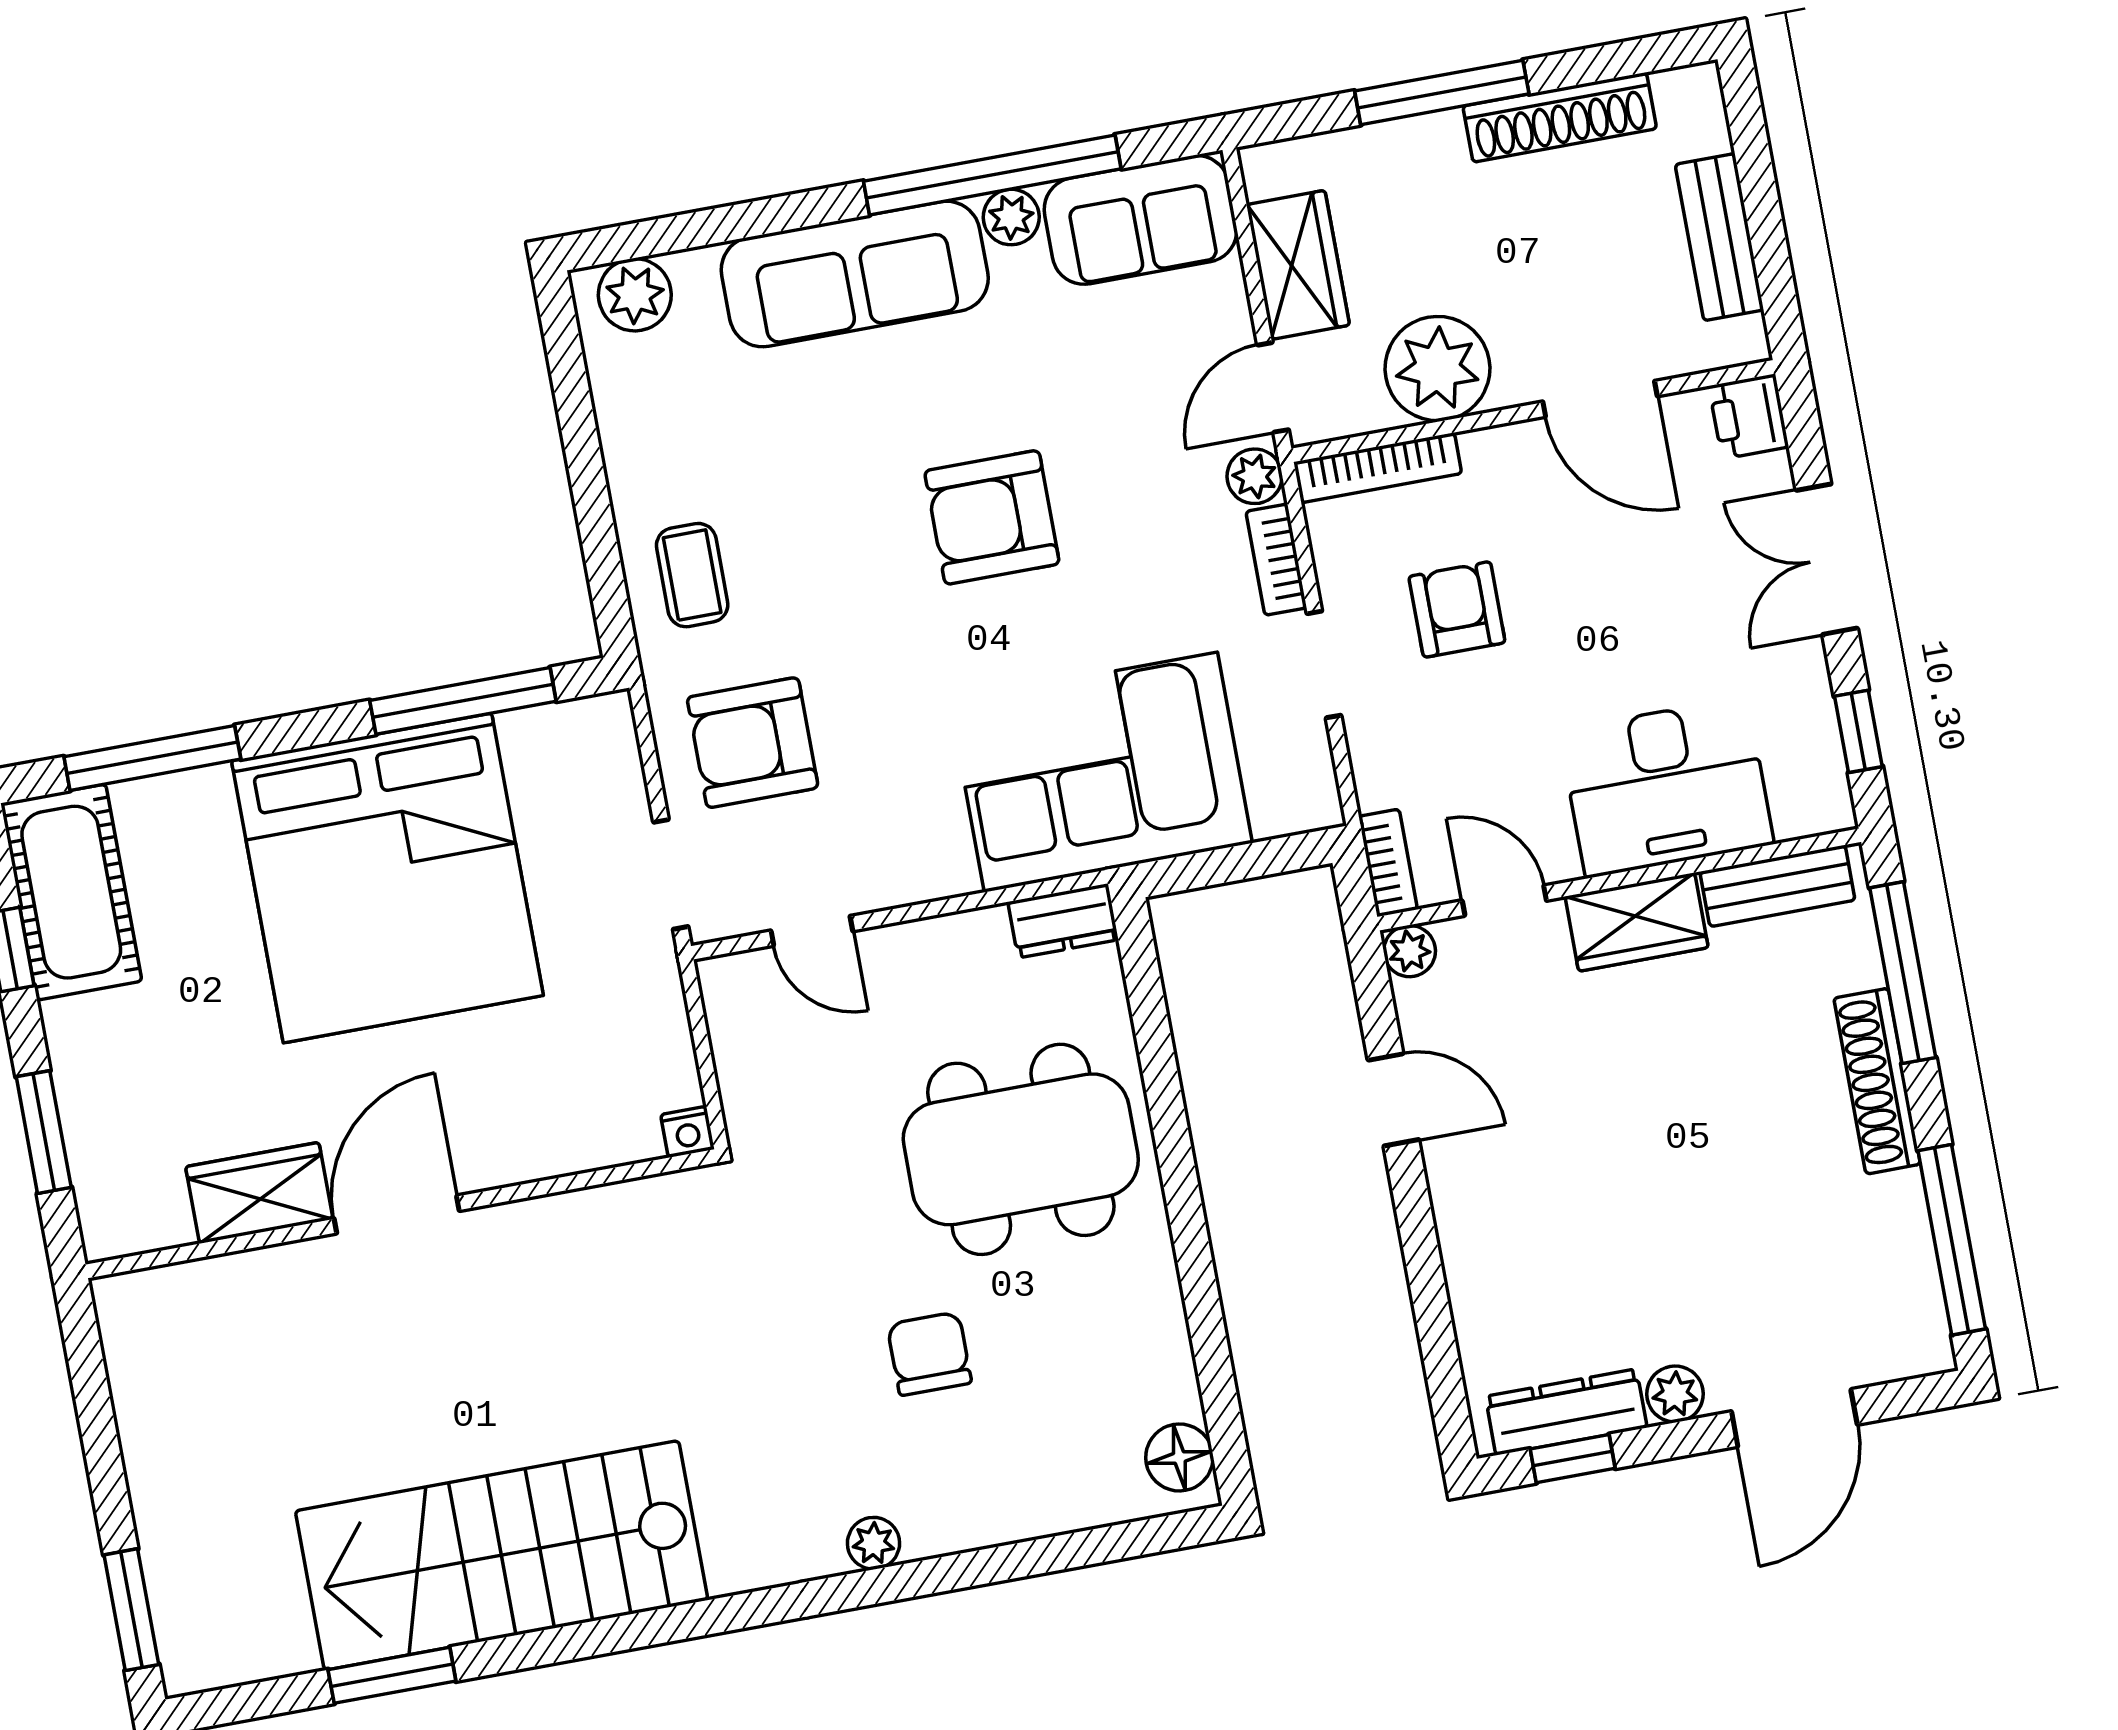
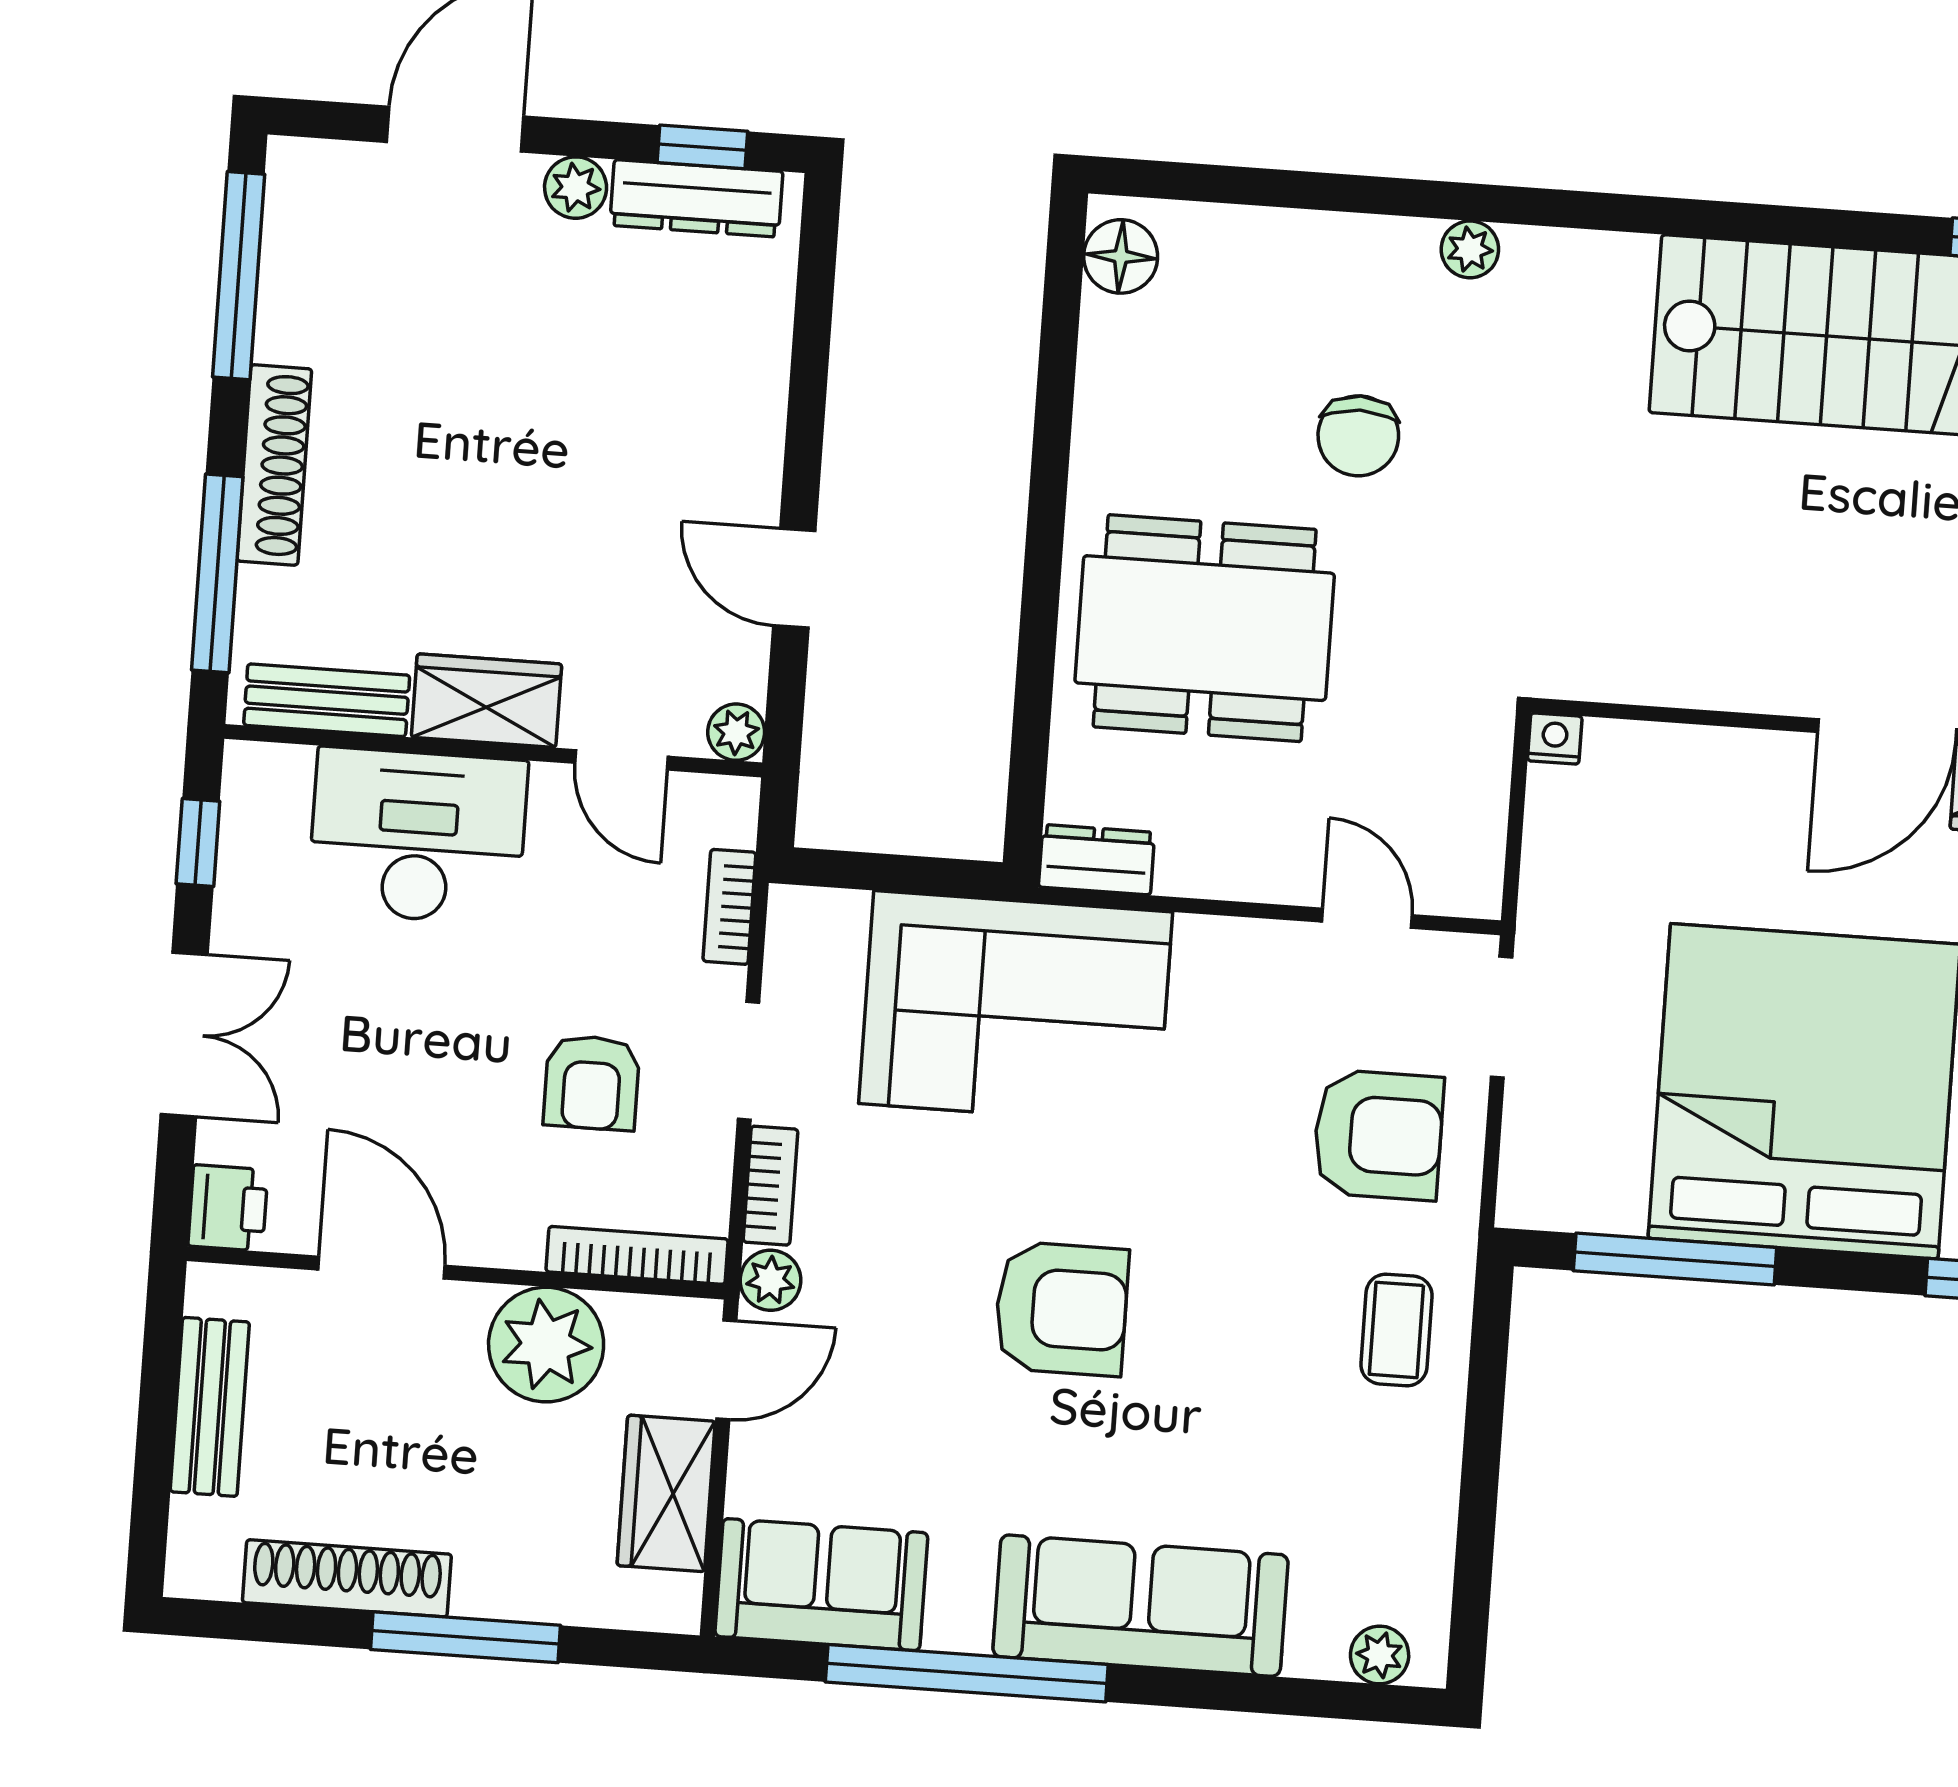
plant: (1011, 217) -> (958, 1623), removed
plant: (635, 295) -> (1380, 1655), width x0.73, depth x0.73
bookcase: (1388, 863) -> (729, 907), moved

